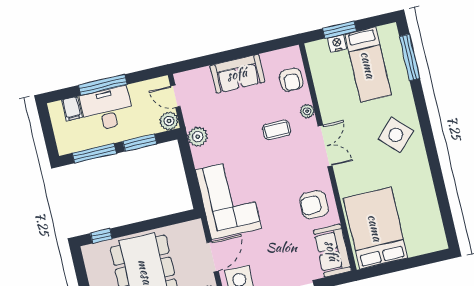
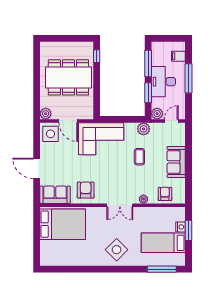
armchair: (291, 80) -> (165, 194), turned 90
desk: (107, 109) -> (163, 82), moved, turned 180
coffee table: (277, 130) -> (139, 157), moved

